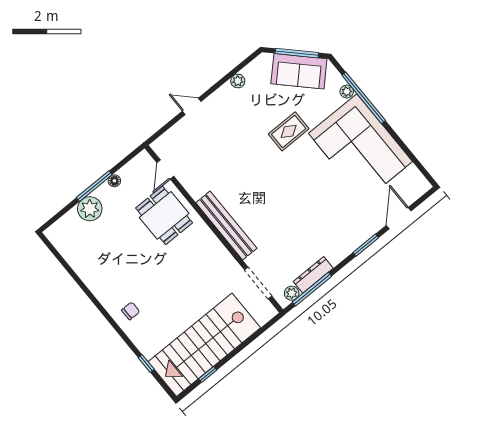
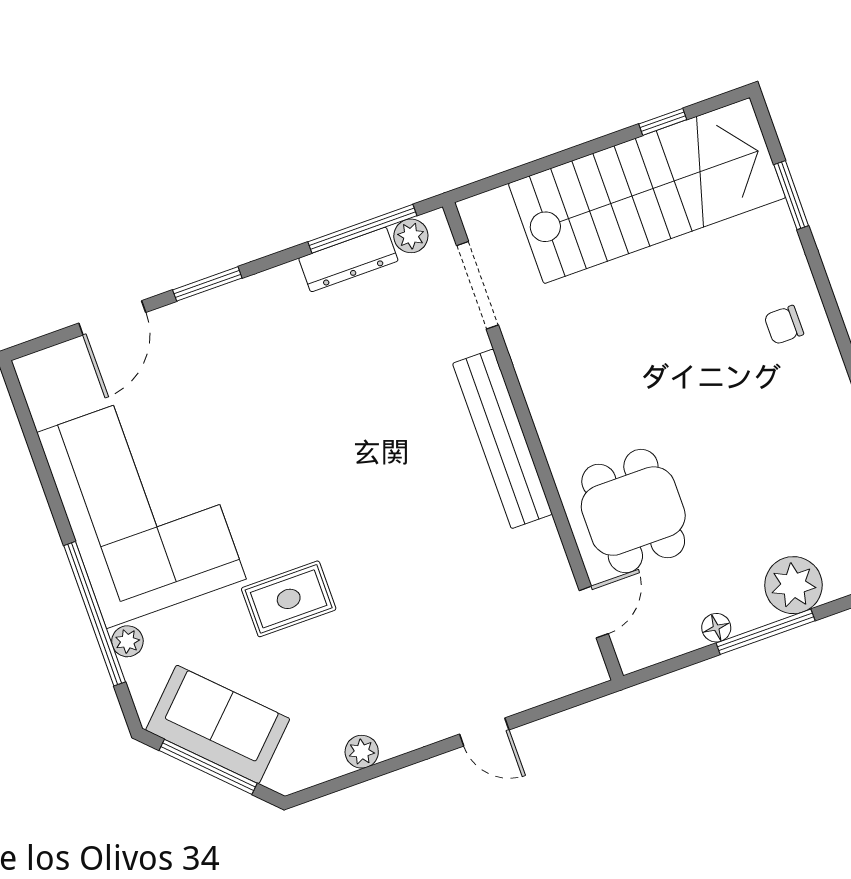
window: (146, 364) -> (791, 195), width x1.50

